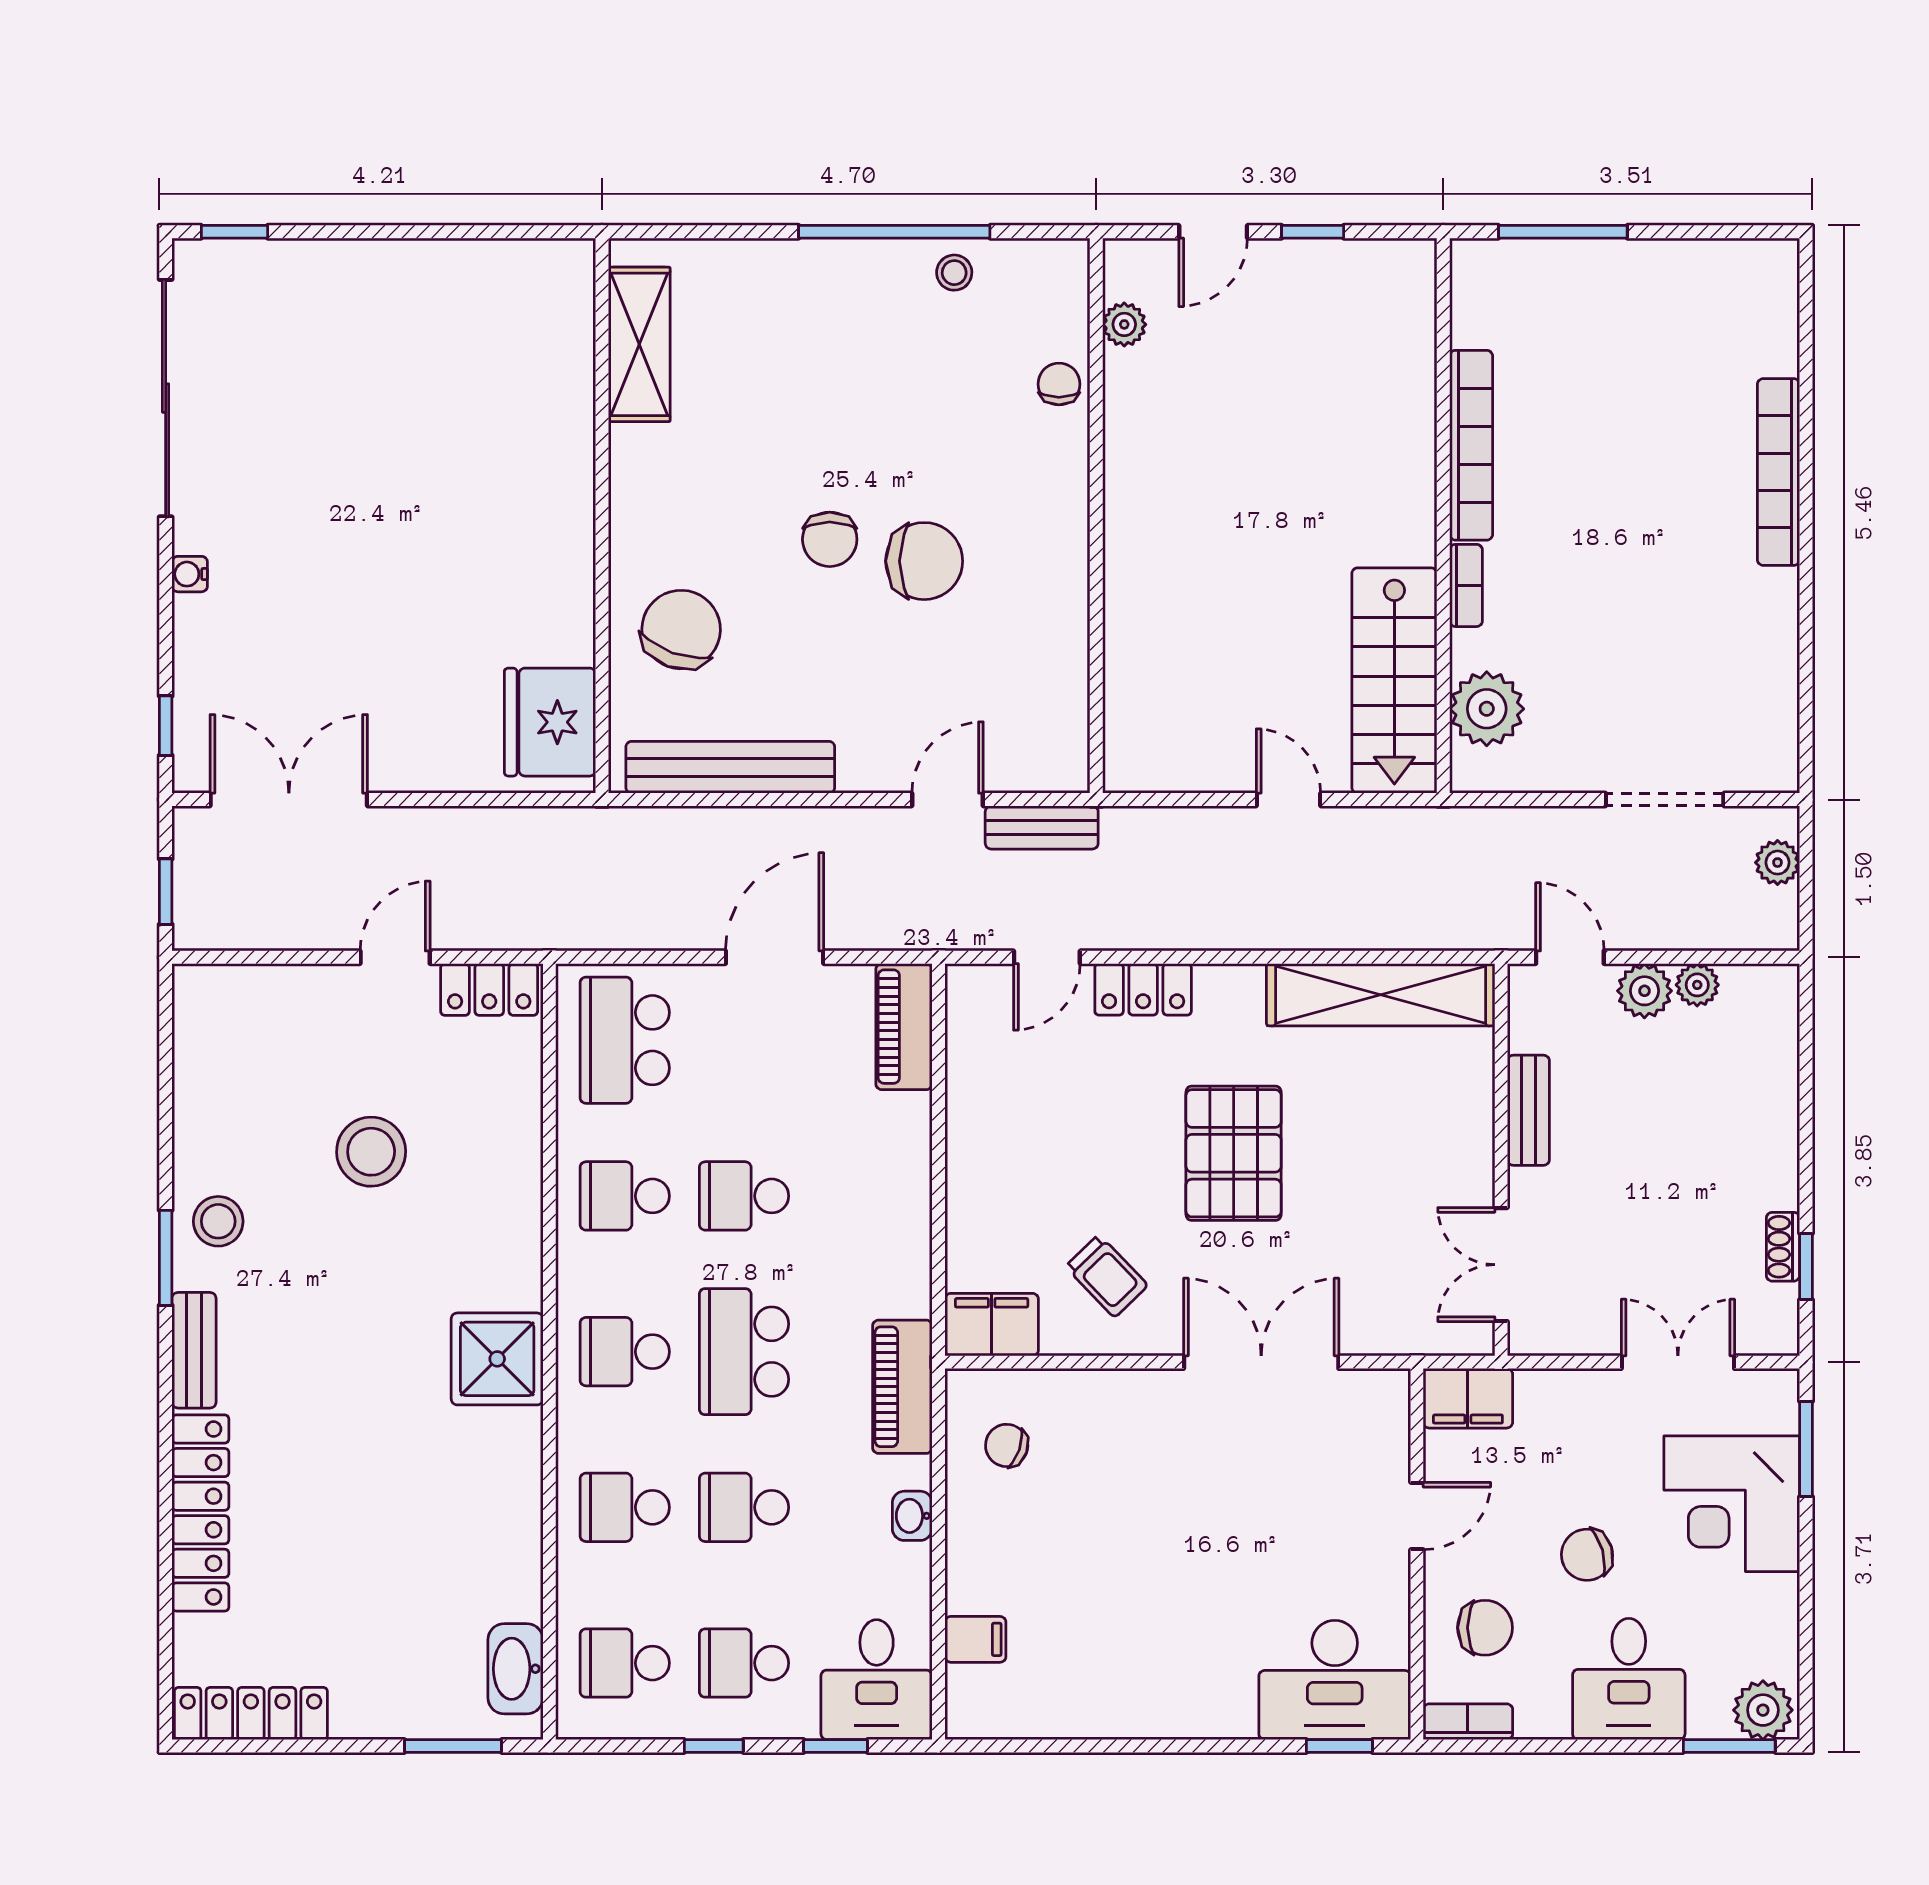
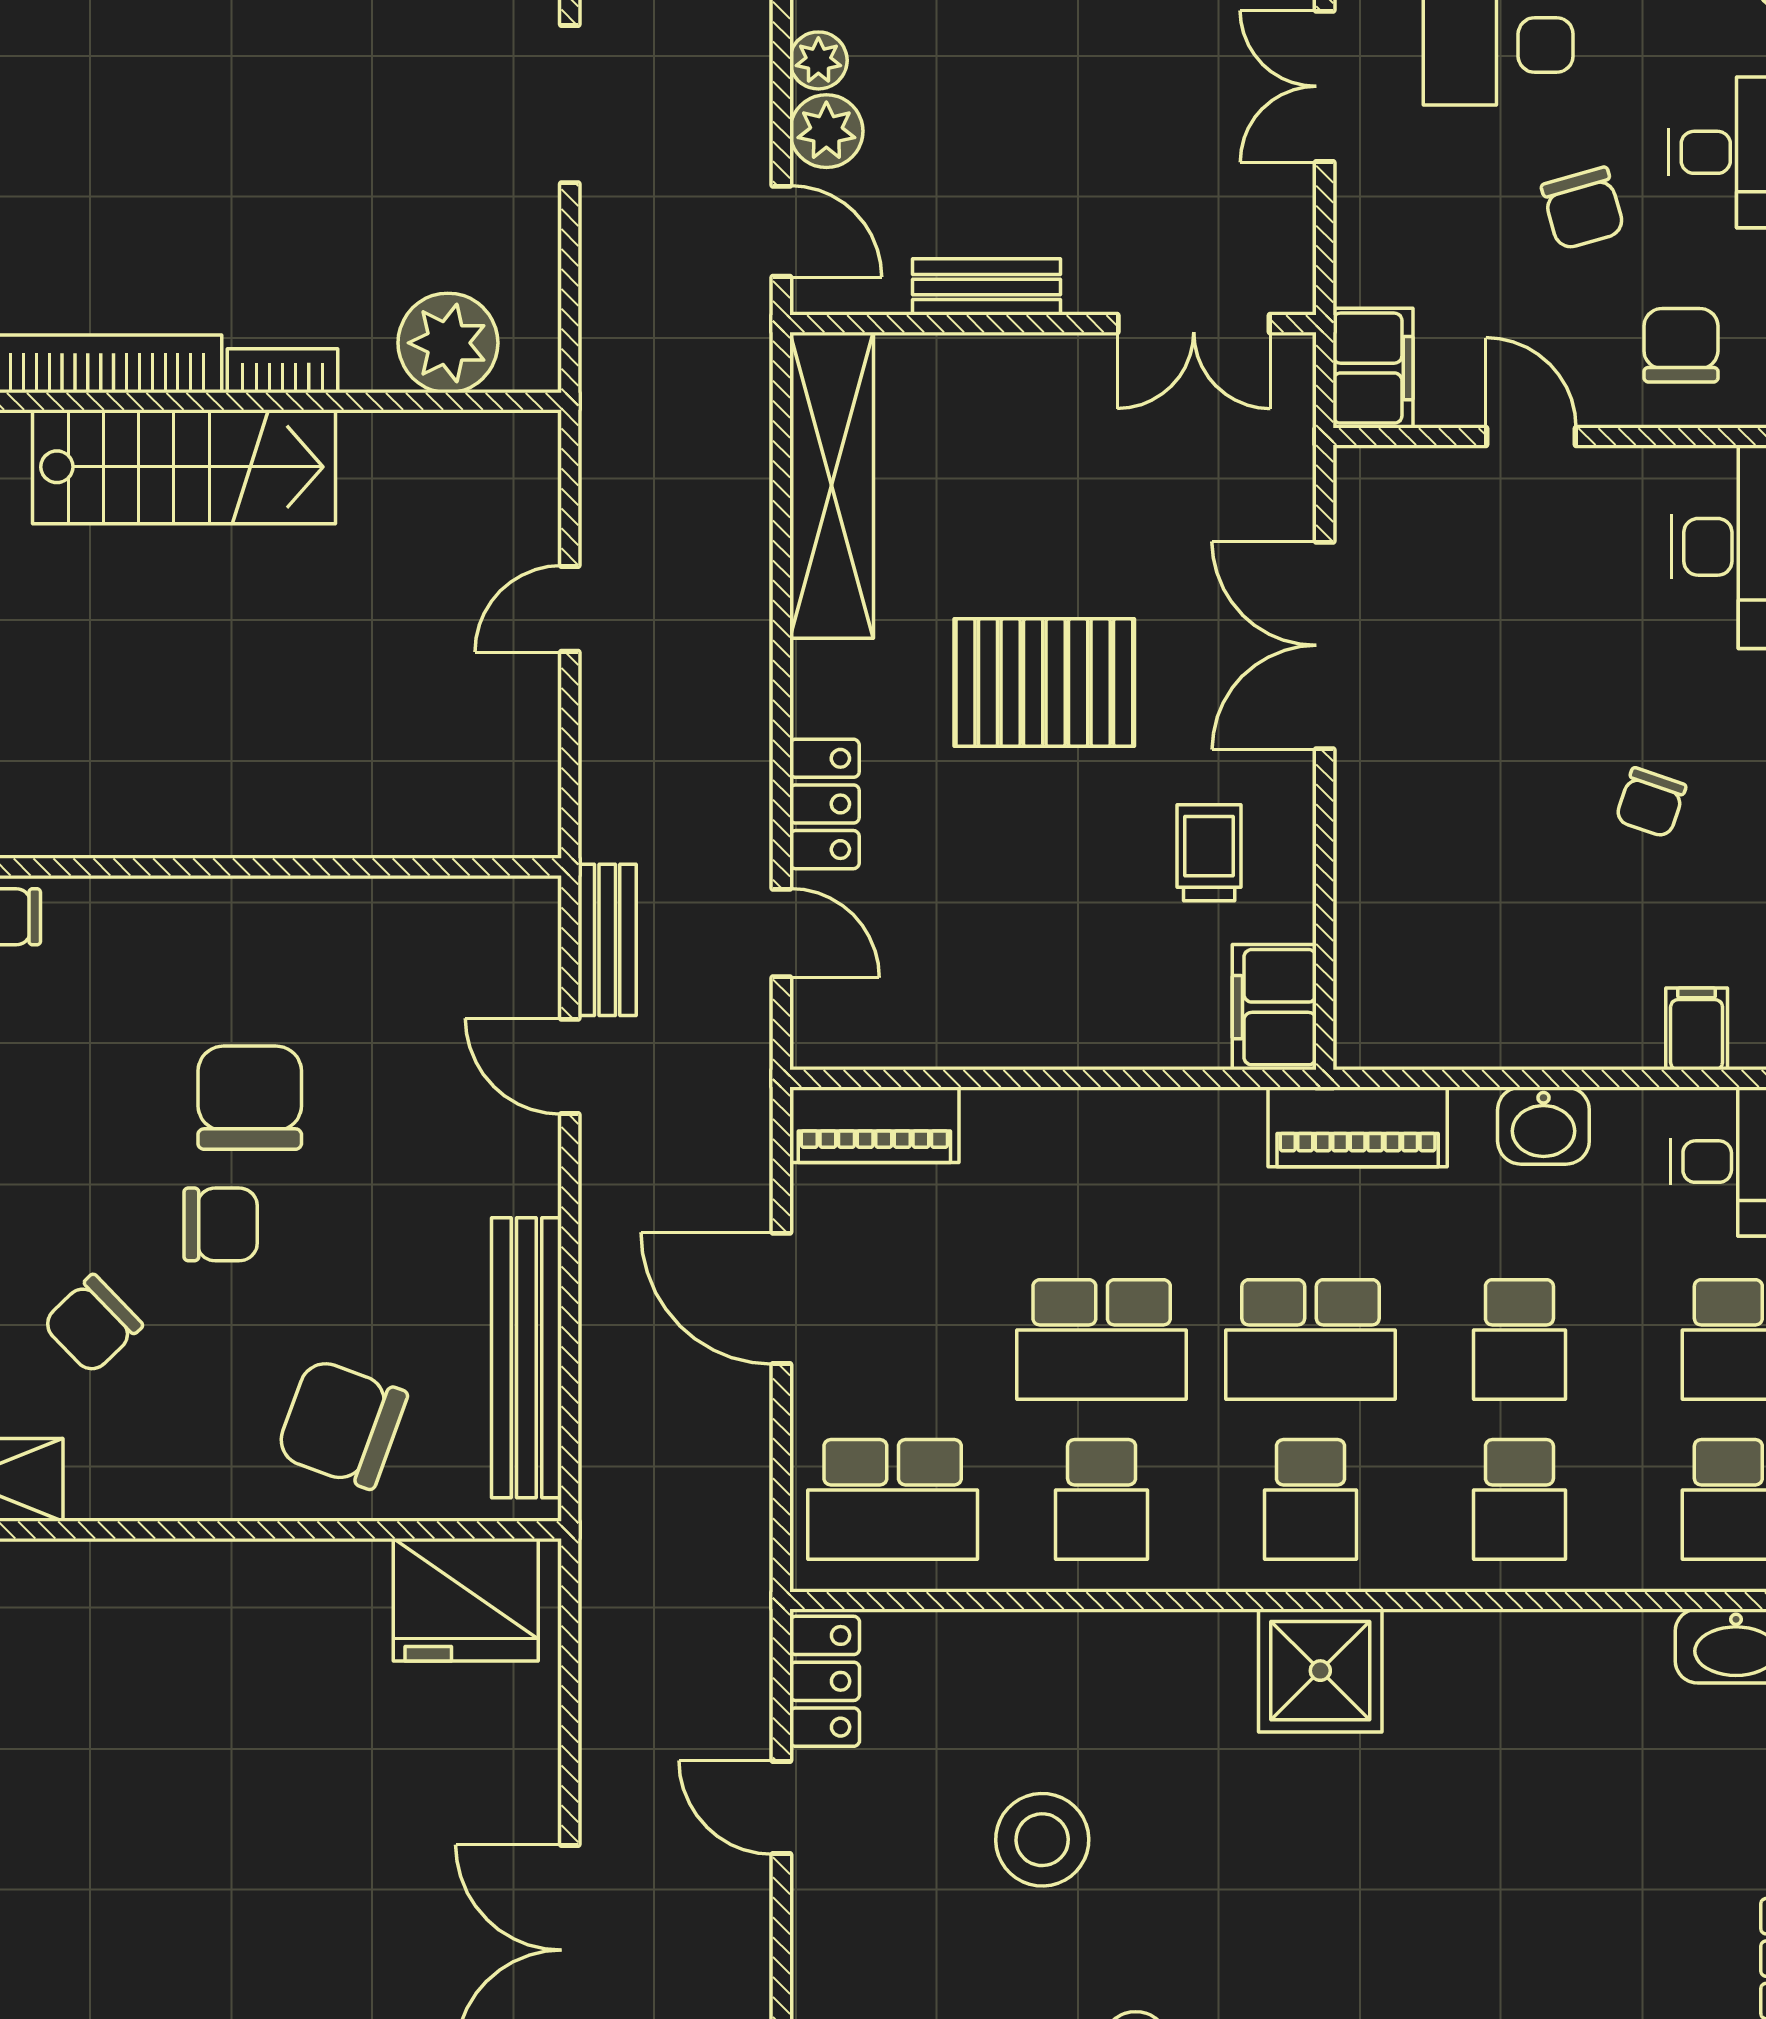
chair: (755, 444) -> (92, 1324), added
stairs: (1394, 681) -> (184, 467), moved
door: (1570, 957) -> (781, 231), swing flipped
school desk: (744, 1196) -> (1102, 1339), width x1.85
trolley: (1107, 1276) -> (1209, 853), turned -46
chair: (1007, 1445) -> (1651, 803), moved
washbasin: (912, 1516) -> (1543, 1126), width x1.38, depth x1.45

